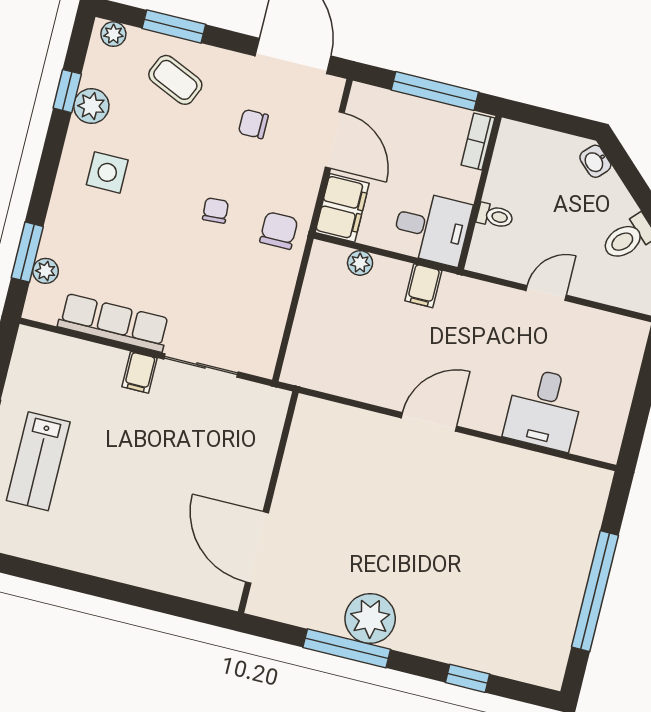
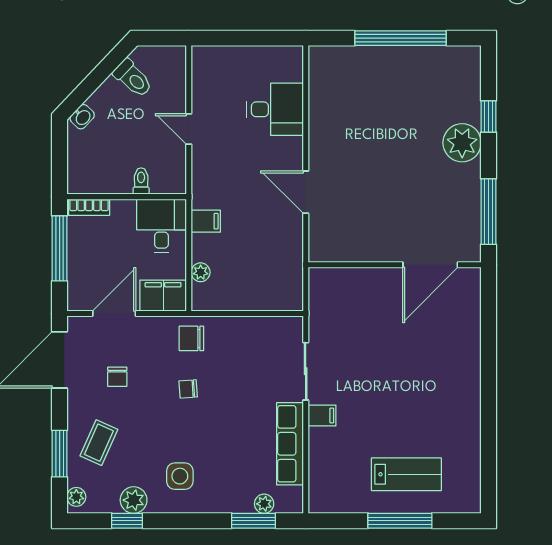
wall: (268, 502) -> (395, 265), moved
door: (257, 547) -> (430, 265), moved
plant: (370, 619) -> (462, 143), moved

